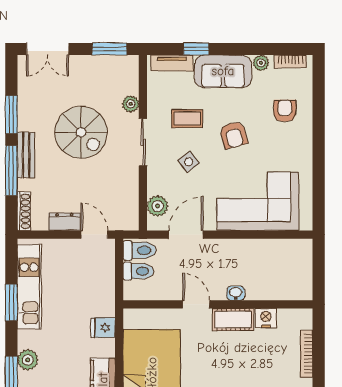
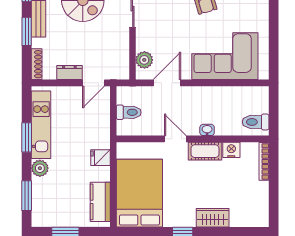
side table: (189, 162) -> (169, 24), removed
window: (11, 171) -> (27, 31), width x0.69
door: (94, 235) -> (93, 83), swing flipped
toilet: (140, 250) -> (256, 122), moved, turned 180
bookcase: (306, 354) -> (264, 161), moved
plant: (28, 360) -> (40, 168), moved

